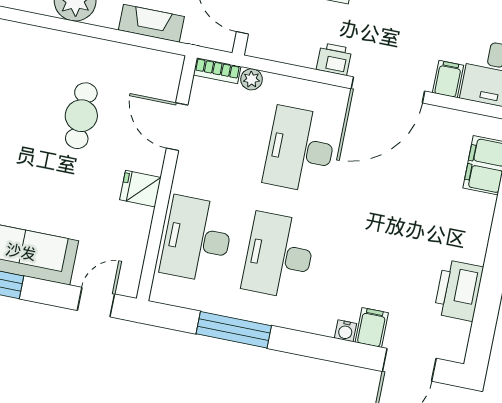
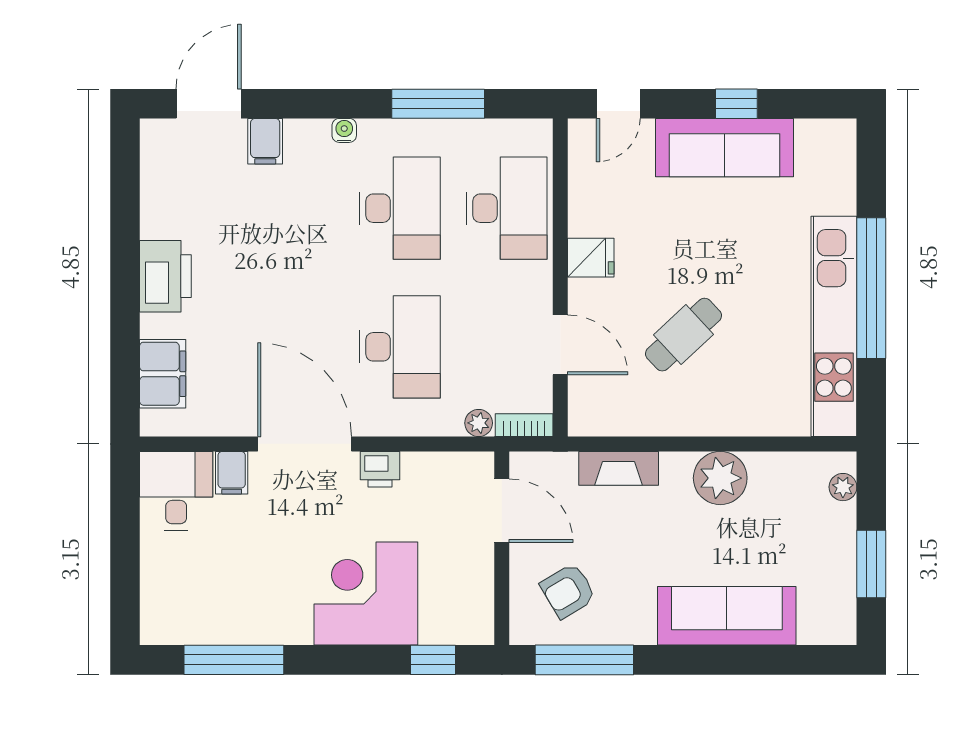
door: (388, 90) -> (305, 444), hinge flipped
cafe table: (81, 116) -> (683, 335), turned 47
printer: (459, 290) -> (165, 276), moved
water cooler: (345, 331) -> (344, 130), moved

